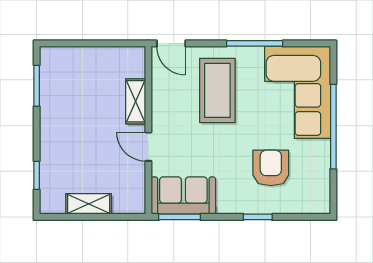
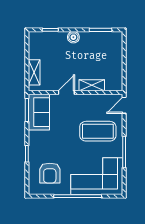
boiler: (50, 134) -> (73, 37), added
armchair: (271, 168) -> (50, 173), moved, turned 90
shelving: (89, 204) -> (34, 72), moved

